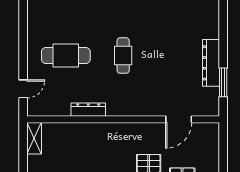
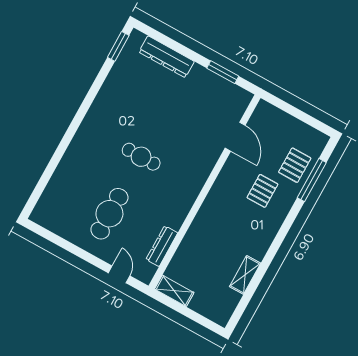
dresser: (211, 63) -> (167, 57), moved
dresser: (88, 110) -> (162, 246), moved

